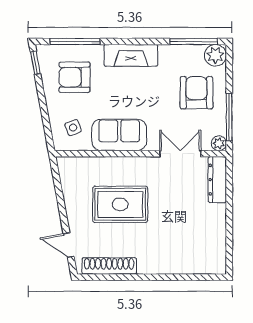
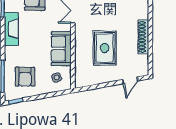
fireplace: (131, 55) -> (11, 29), moved
shoe rack: (109, 266) -> (143, 37), moved

